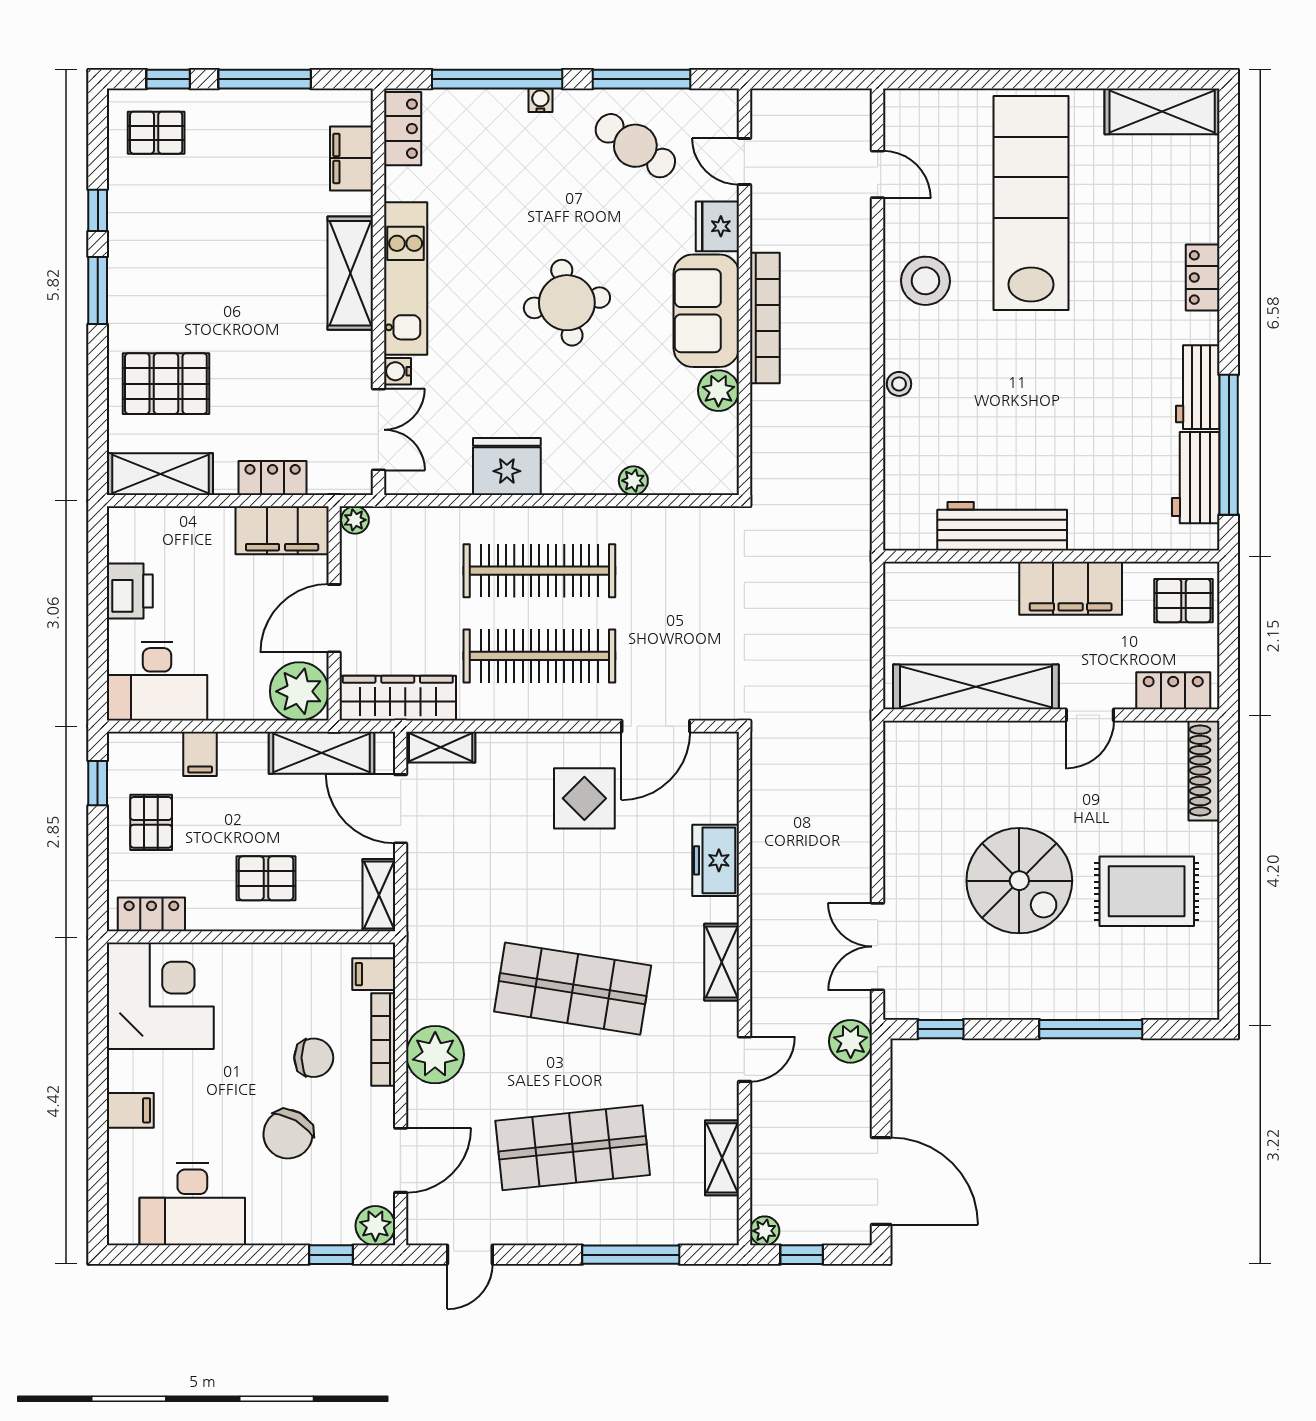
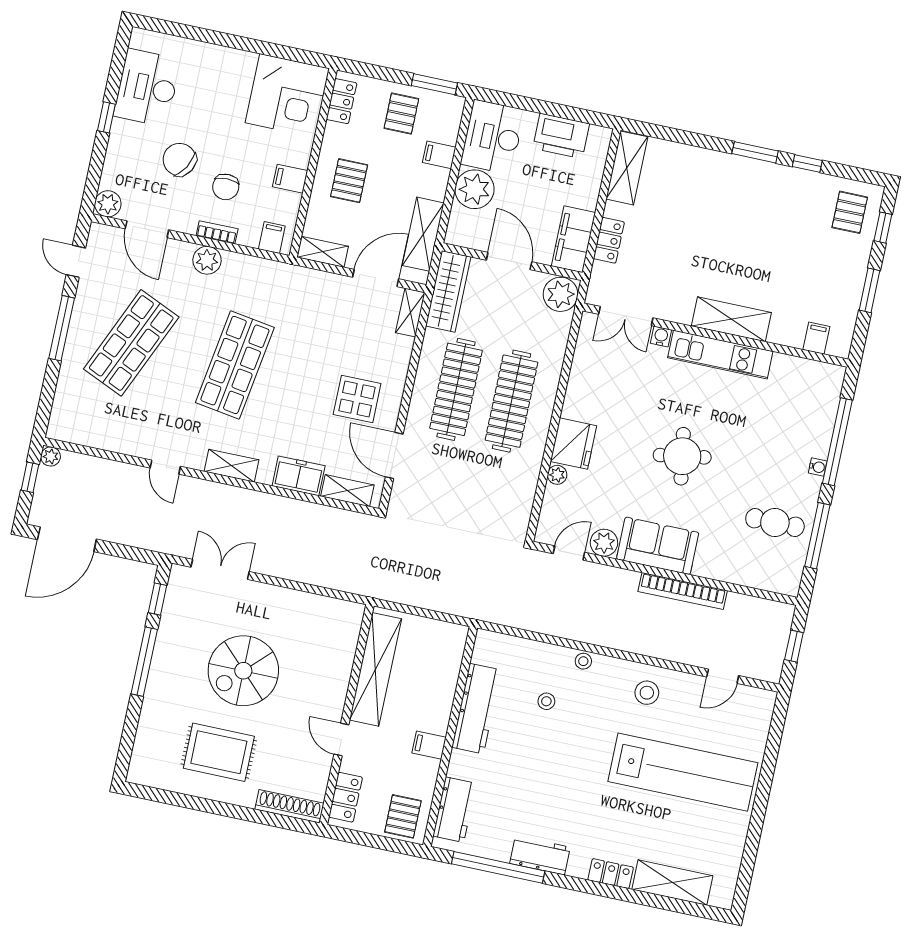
window: (265, 79) -> (870, 290), width x0.69
window: (811, 79) -> (794, 646), added
shelving: (1162, 111) -> (672, 883), moved, turned 90
locker: (403, 129) -> (818, 373), removed
cafe table: (635, 146) -> (775, 522), turned 56
filing cabinet: (351, 158) -> (816, 338), width x0.50
door: (744, 161) -> (569, 553), moved
fridge: (717, 226) -> (711, 565), removed
stool: (925, 281) -> (647, 693), width x0.73, depth x0.73
bookcase: (765, 318) -> (683, 591), moved
pallet: (166, 384) -> (685, 184), removed
stool: (969, 426) -> (546, 701), added
fridge: (507, 467) -> (573, 444), moved
workbench: (1196, 478) -> (455, 810), moved, turned 90
plant: (355, 520) -> (561, 294), width x1.88, depth x1.88
filing cabinet: (1071, 588) -> (429, 745), width x0.33, depth x0.86
printer: (130, 591) -> (561, 136), width x1.37, depth x1.19
plant: (299, 691) -> (475, 189), moved
window: (98, 783) -> (434, 84), width x1.50
pallet: (151, 822) -> (401, 114), turned 90
rug: (1147, 891) -> (219, 752), turned 90
window: (1091, 1029) -> (144, 662), moved
bookcase: (383, 1040) -> (217, 232), width x0.64
plant: (851, 1041) -> (162, 539), removed
plant: (435, 1055) -> (207, 260), width x0.73, depth x0.73
filing cabinet: (130, 1110) -> (290, 179), moved, turned 90
shop shelf: (573, 1148) -> (131, 343), turned 30
shelving: (722, 1158) -> (347, 491), moved
window: (331, 1255) -> (106, 117), moved
window: (631, 1255) -> (62, 328), moved

